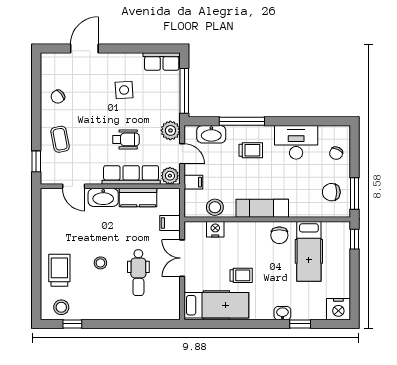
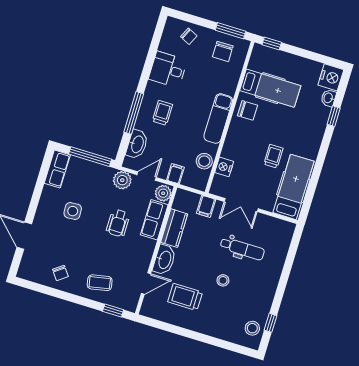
wheelchair: (126, 139) -> (118, 223), turned 180
desk: (296, 142) -> (168, 70), width x0.73
row of seats: (131, 175) -> (154, 220), width x0.68
trolley: (59, 270) -> (185, 297), moved
washbasin: (282, 313) -> (328, 98), moved

